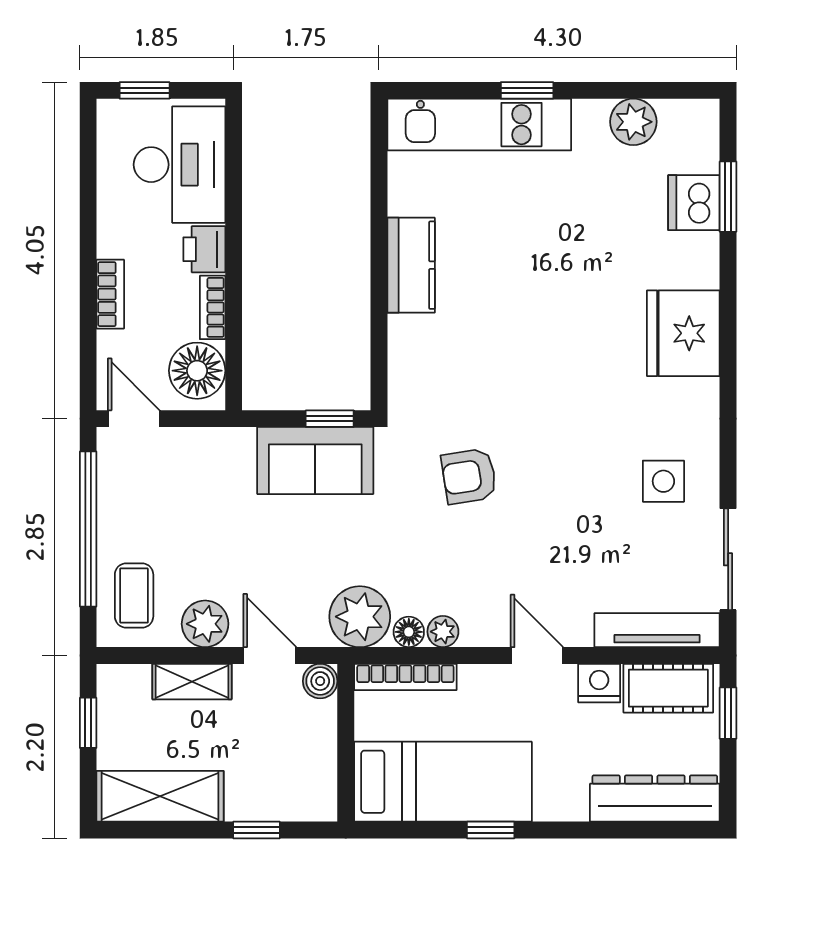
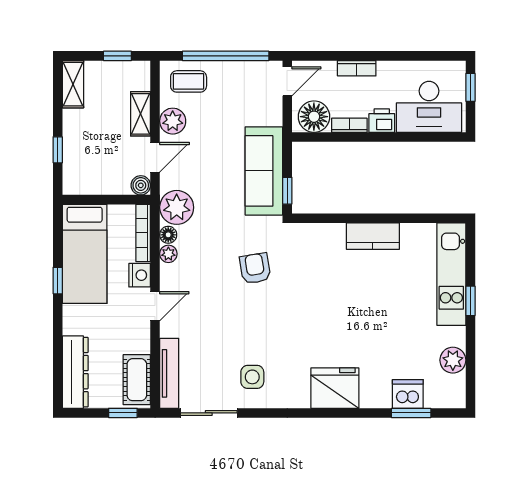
sofa: (315, 460) -> (264, 171), width x1.36
nightstand: (599, 683) -> (140, 275), moved
shelving: (160, 796) -> (73, 84), width x0.67, depth x0.75

